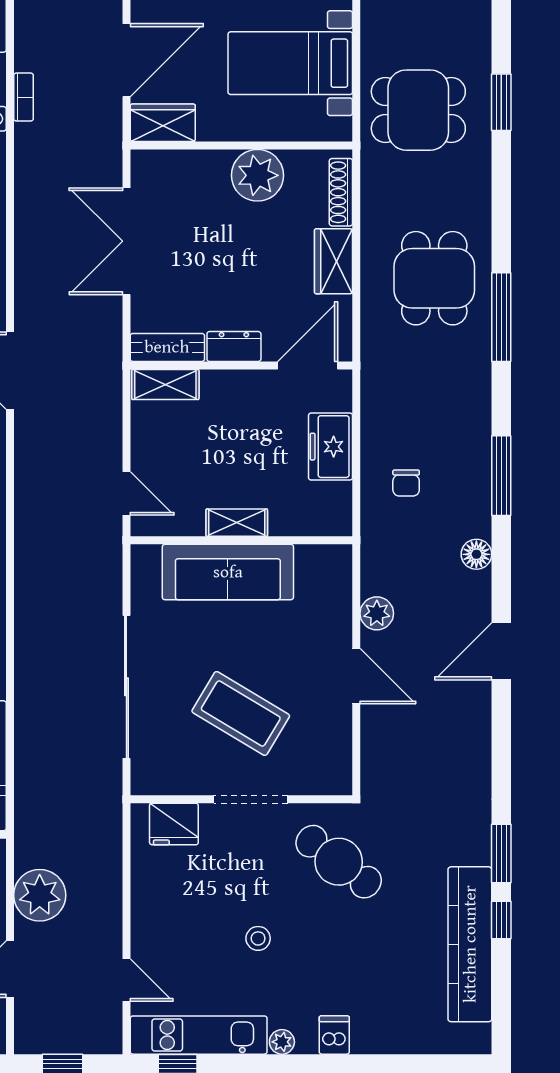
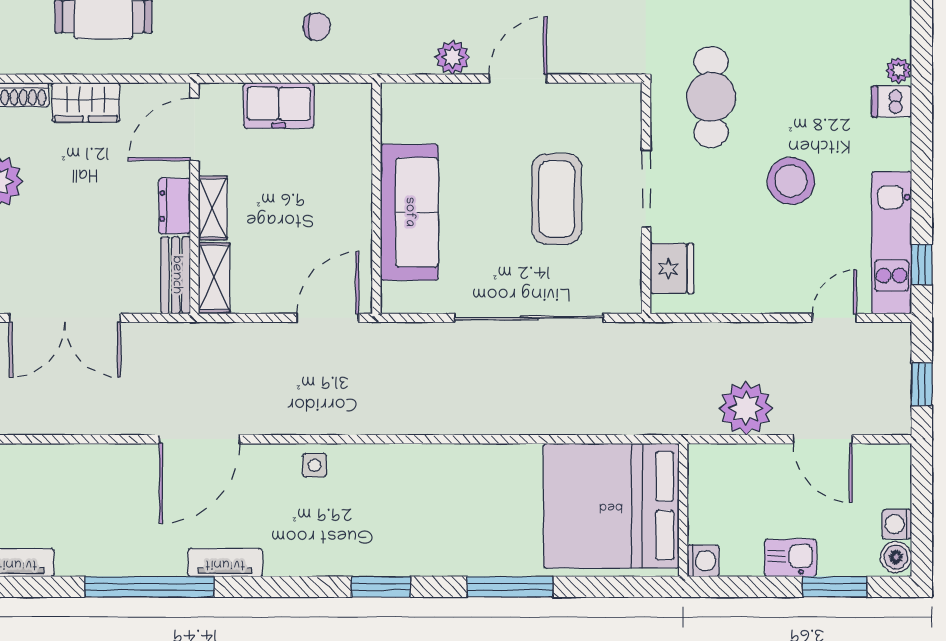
door: (308, 366) -> (194, 129), hinge flipped
door: (126, 493) -> (328, 318), width x1.38
shelving: (237, 523) -> (213, 208), moved
coffee table: (241, 713) -> (557, 199), turned -31
cafe table: (339, 862) -> (711, 97), turned -37
stool: (258, 938) -> (791, 181), width x1.89, depth x1.89
plant: (282, 1042) -> (899, 70), moved

